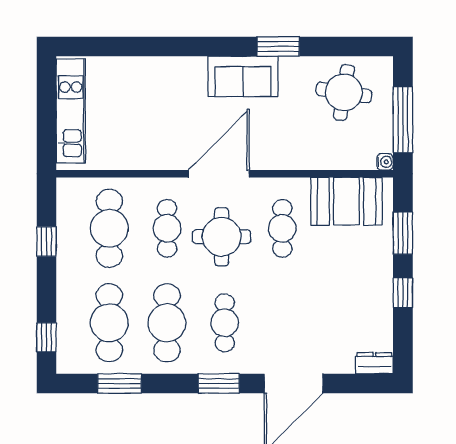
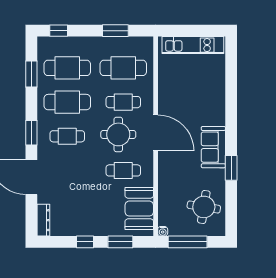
window: (46, 241) -> (115, 31), width x1.50
dresser: (374, 363) -> (43, 220), width x1.44

